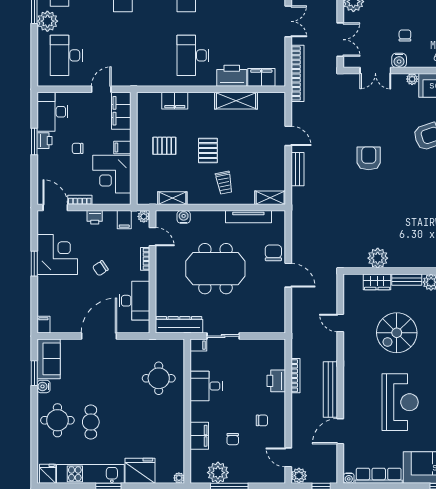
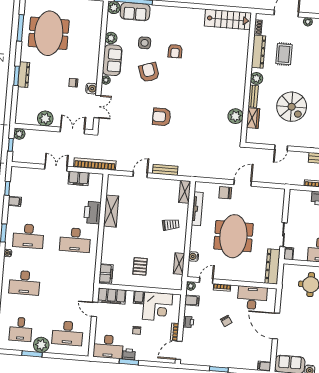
filing cabinet: (261, 77) -> (79, 178), moved, turned -90
filing cabinet: (175, 101) -> (106, 274), moved
pallet: (208, 151) -> (146, 235), removed
corner desk: (57, 255) -> (214, 352), removed

